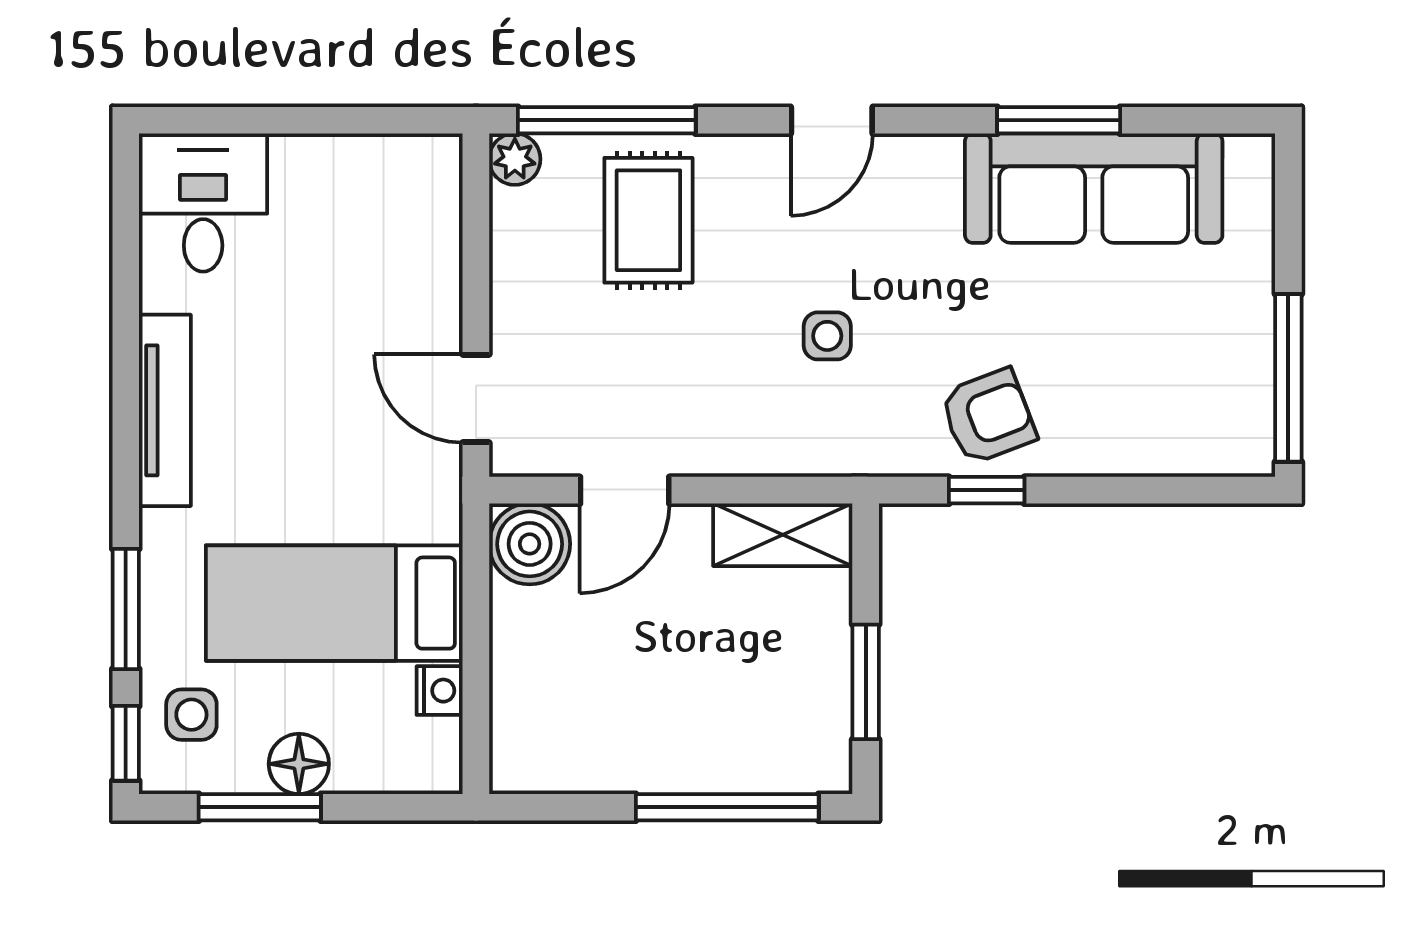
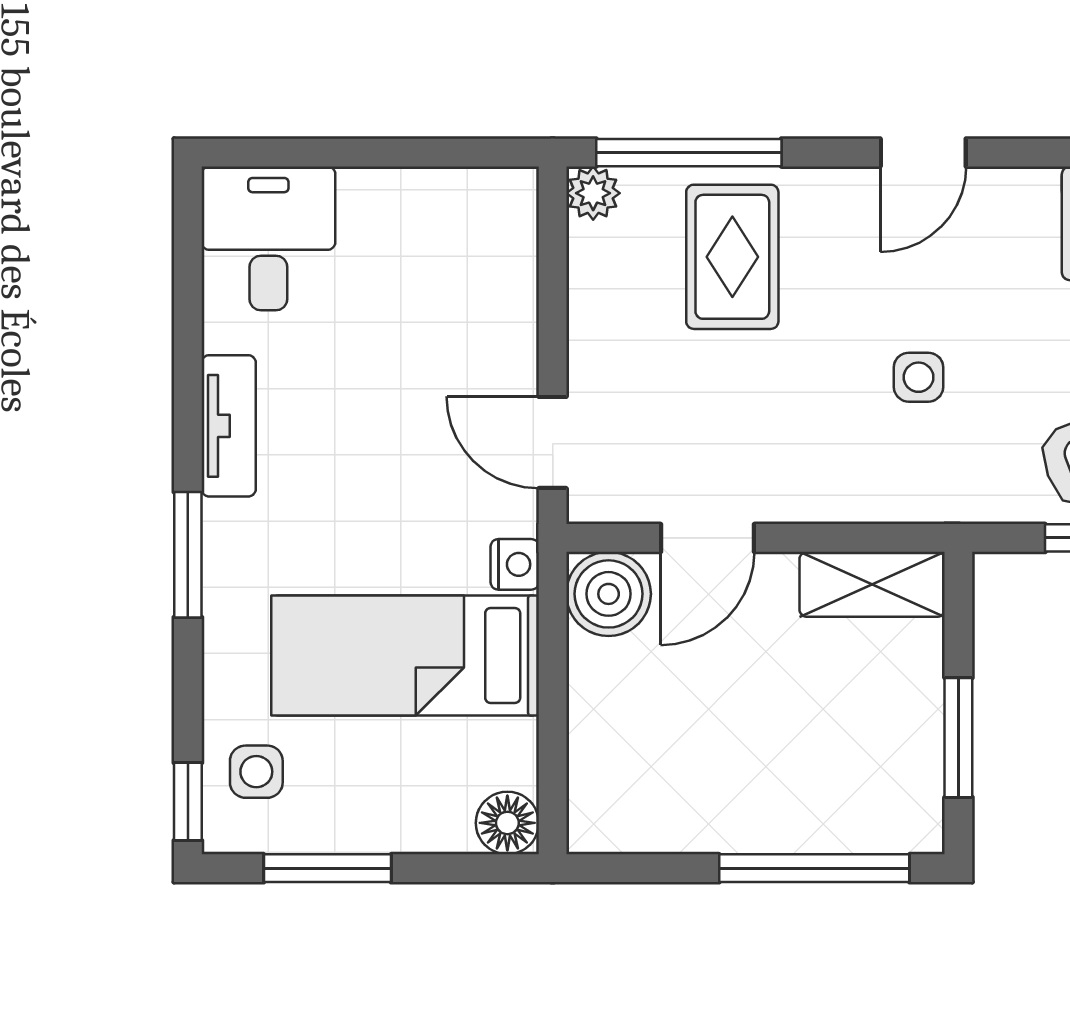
tv unit: (165, 410) -> (229, 426), width x0.71
window: (126, 609) -> (188, 555), moved
nightstand: (440, 691) -> (515, 564), moved
floor lamp: (299, 764) -> (507, 823), moved

